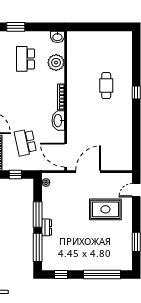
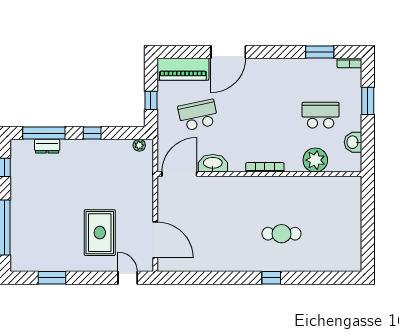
washbasin: (57, 37) -> (353, 142), moved
washbasin: (58, 121) -> (213, 163), moved
door: (88, 172) -> (155, 240), moved
window: (38, 215) -> (92, 133), width x0.46
dresser: (47, 227) -> (47, 146), moved

